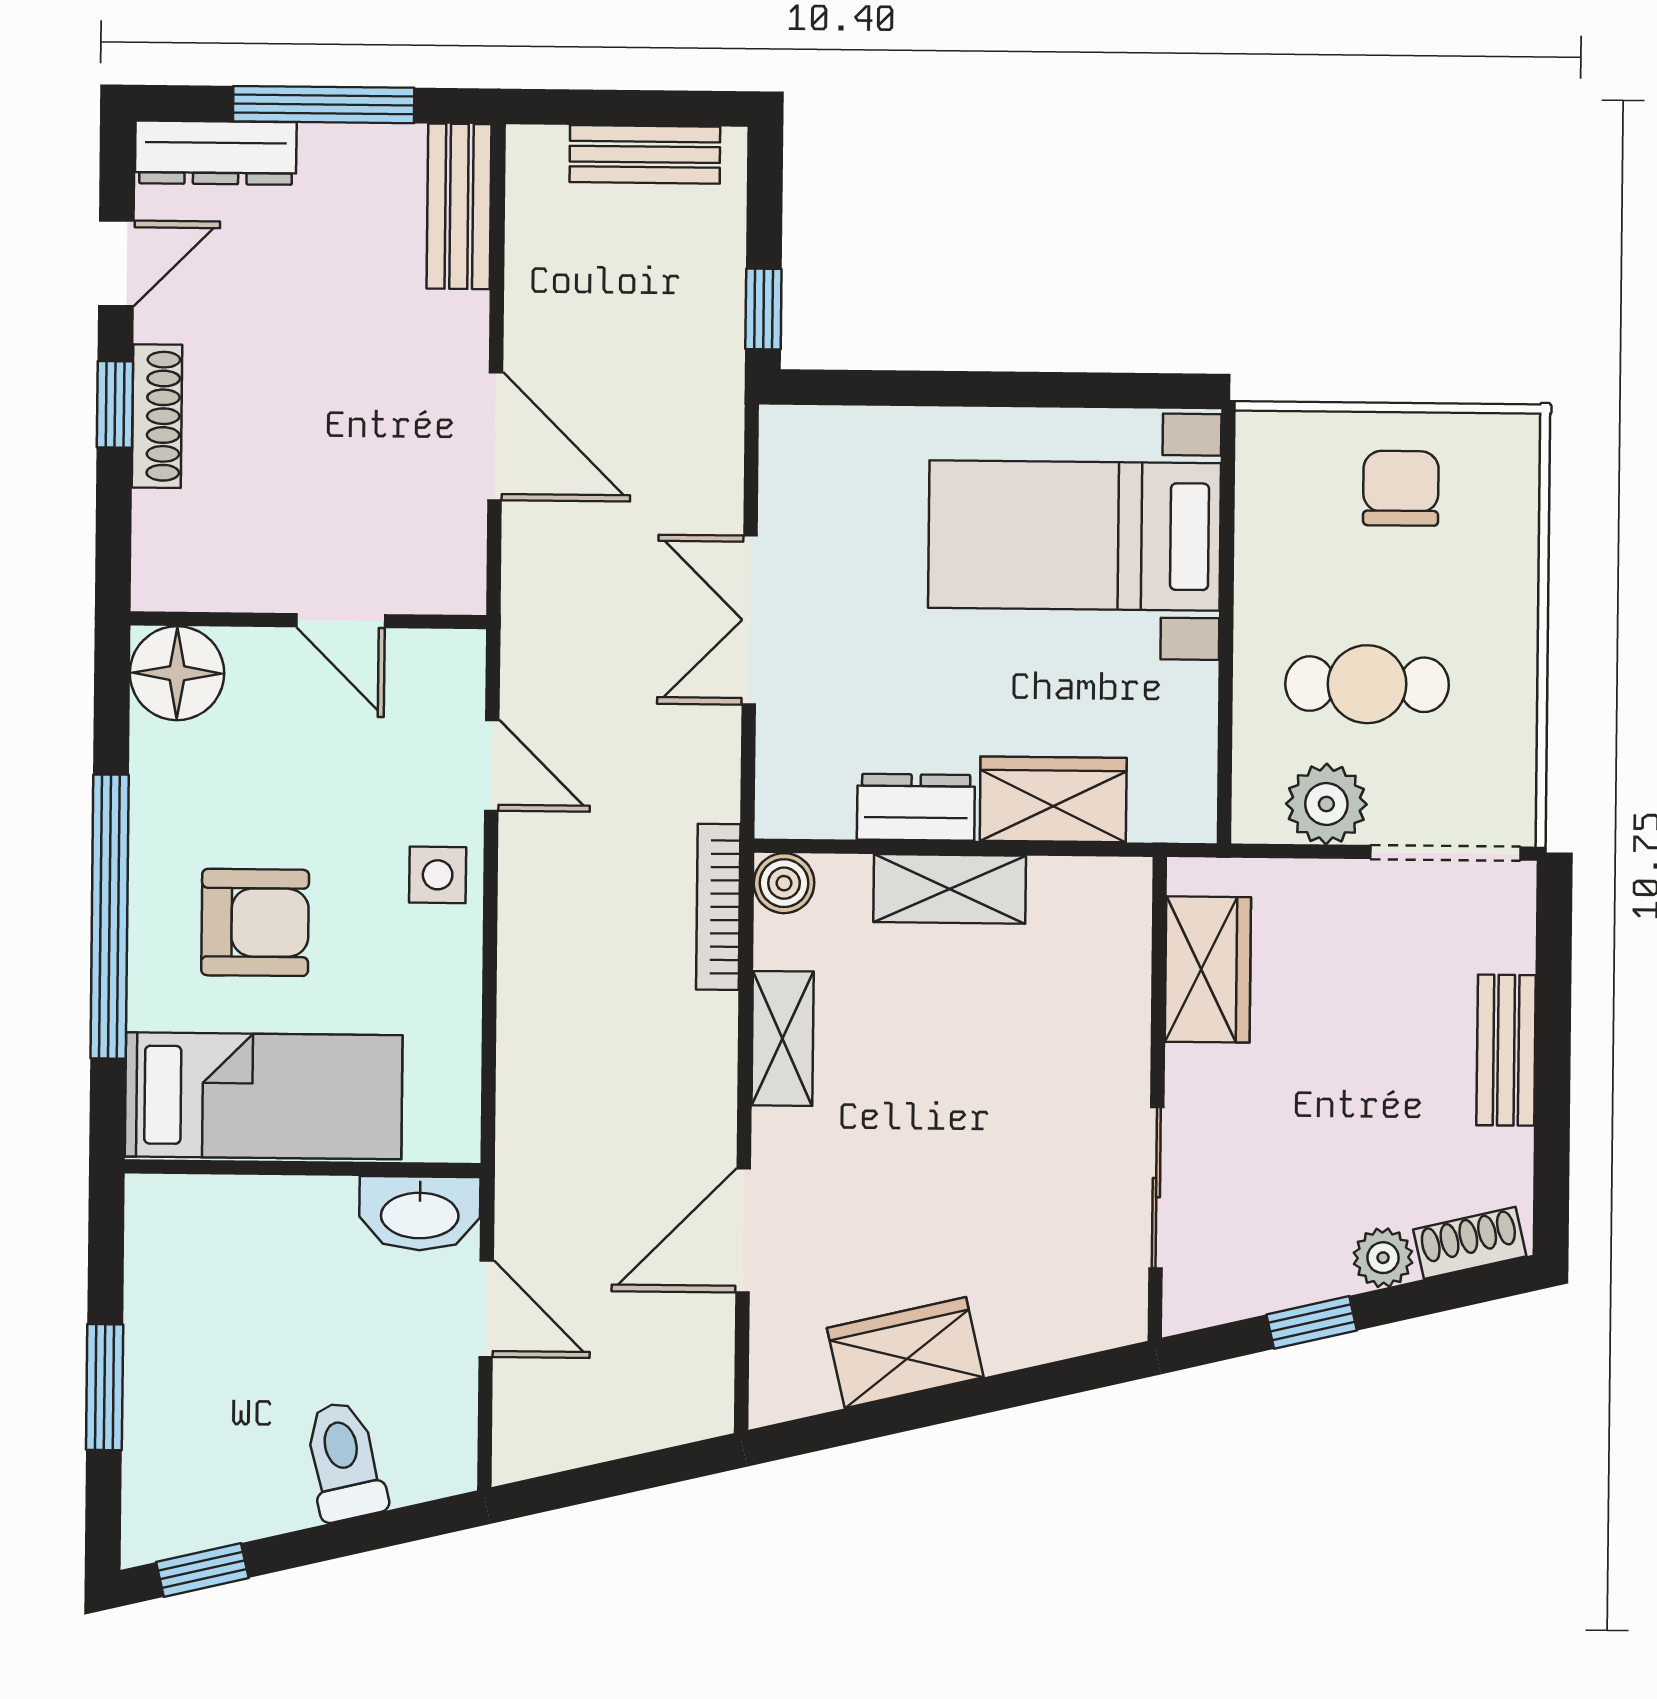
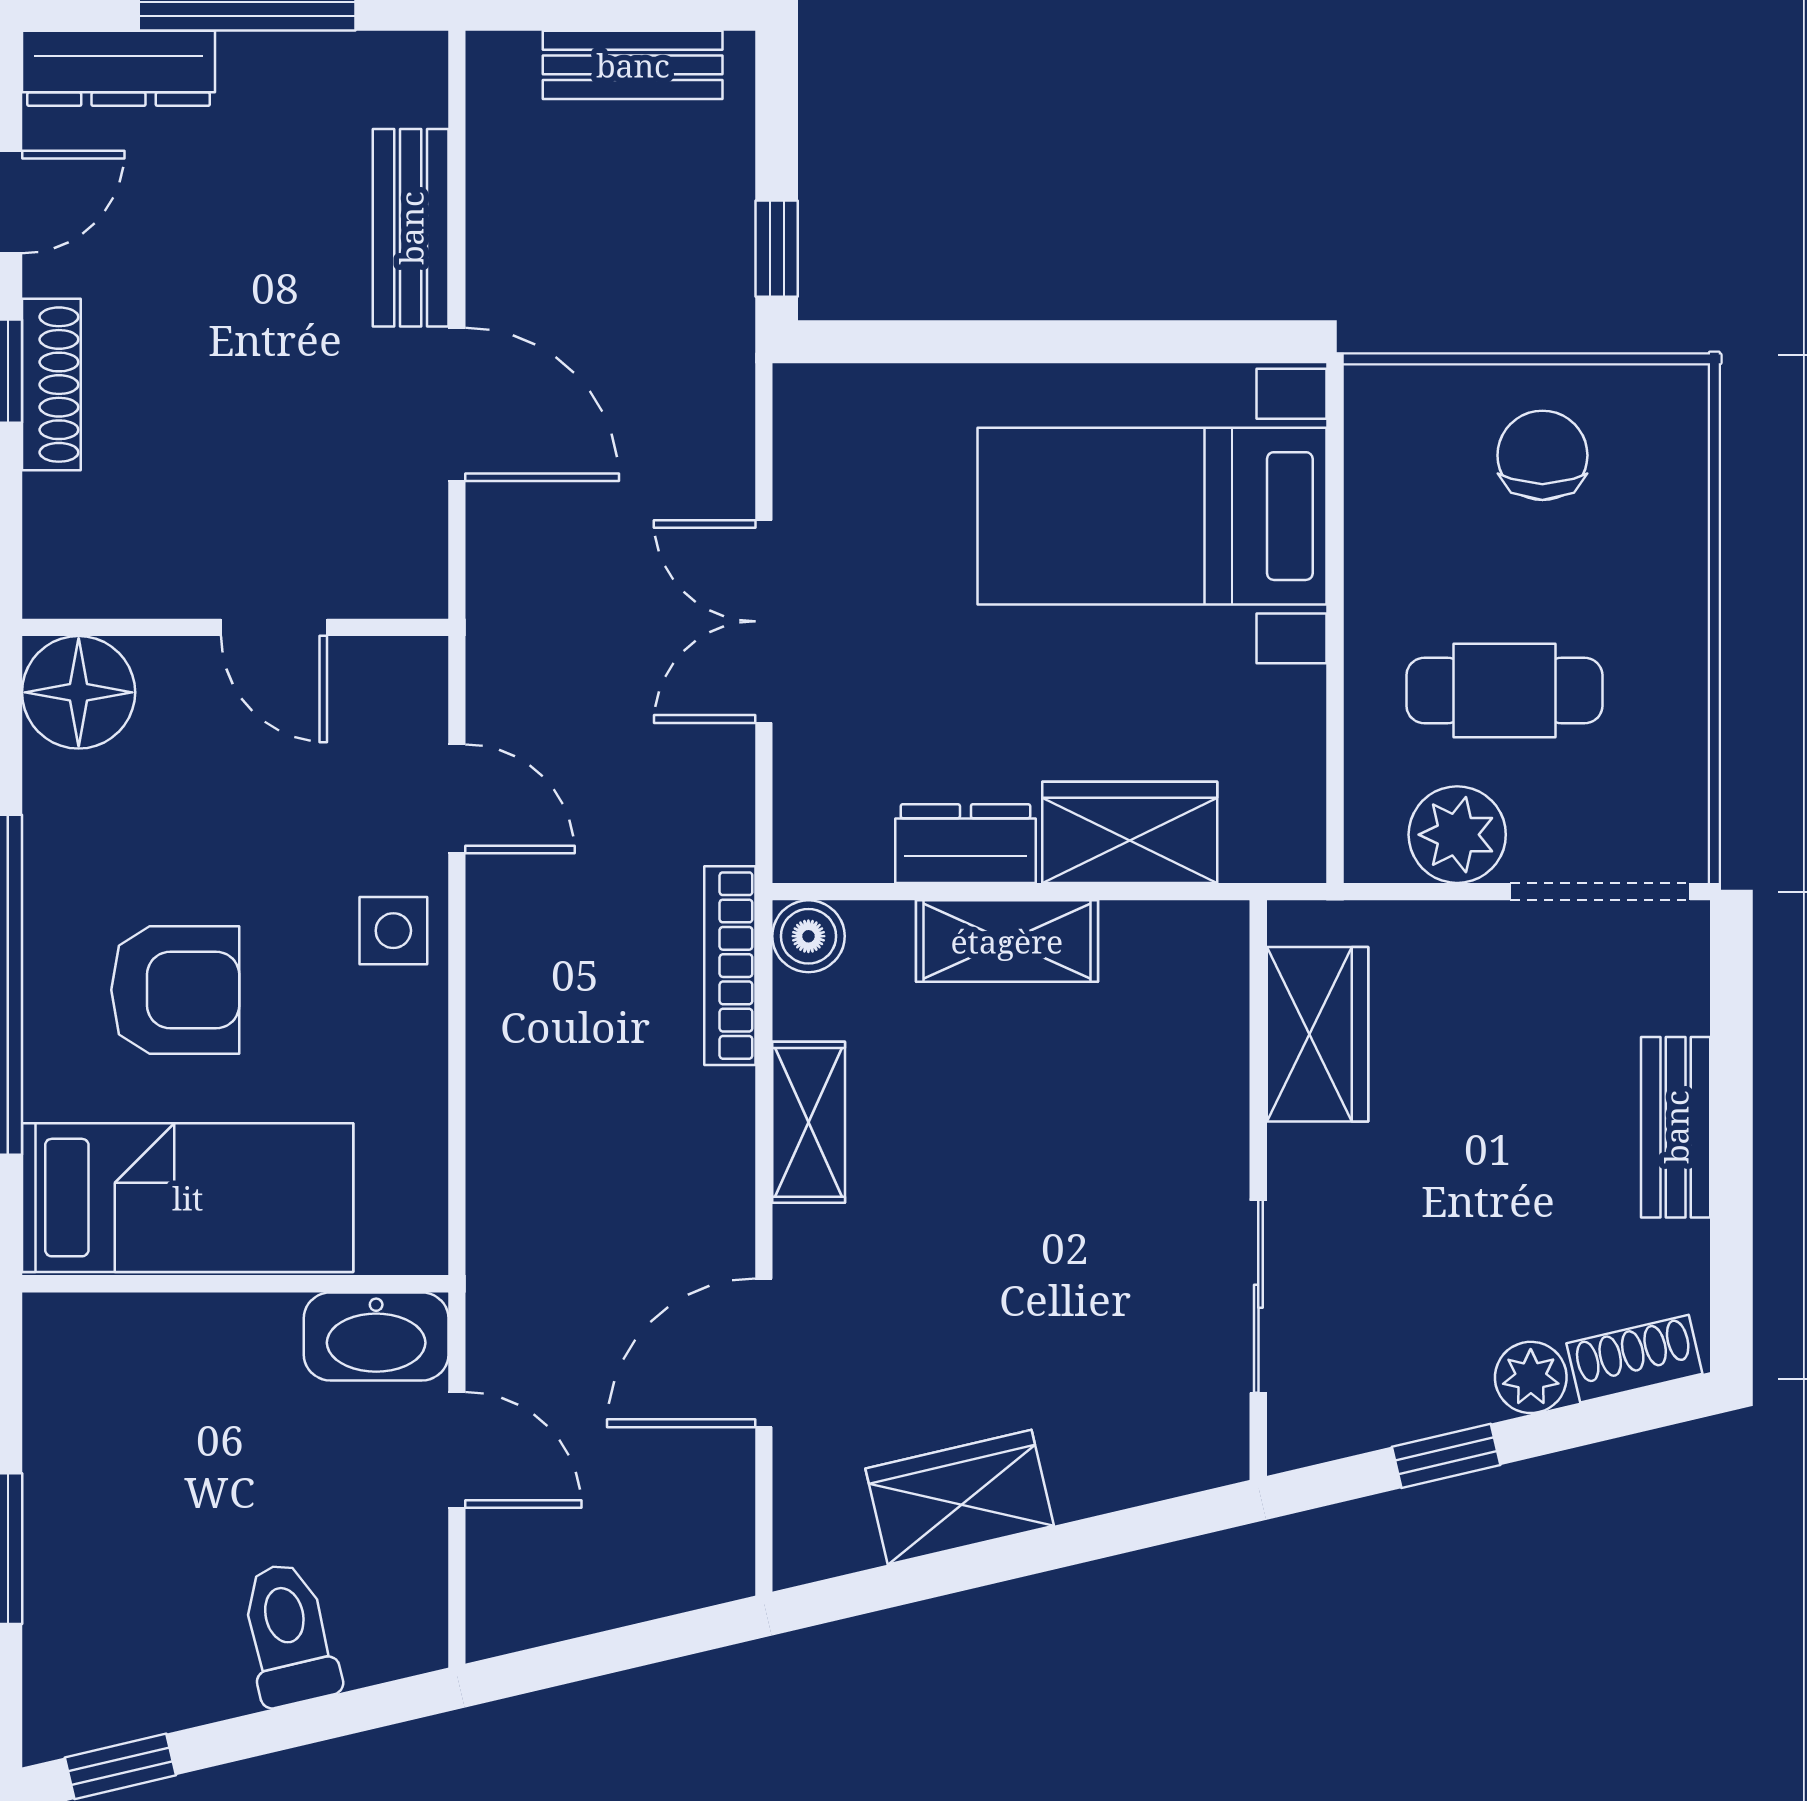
bench: (459, 206) -> (411, 228), moved

